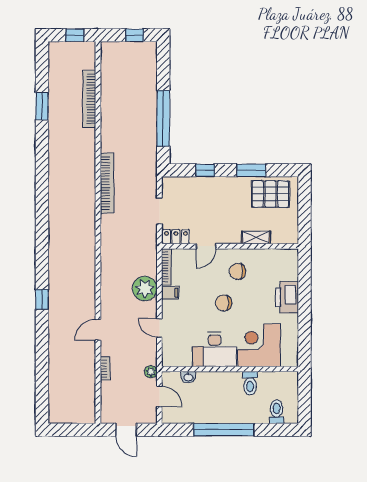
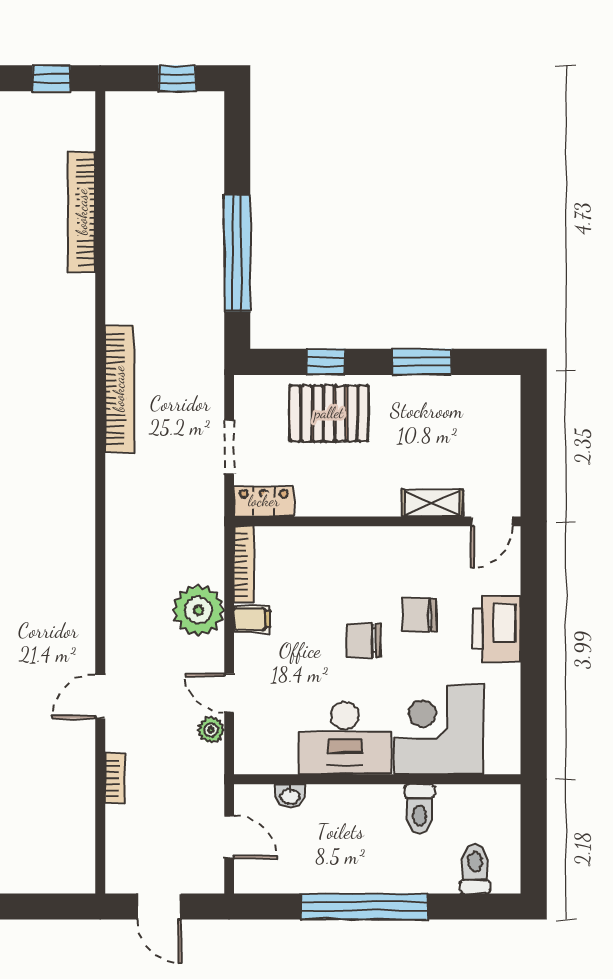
pallet: (270, 194) -> (329, 413), moved
door: (206, 246) -> (492, 521), moved
chair: (237, 271) -> (420, 615), moved
plant: (151, 372) -> (211, 730), moved

